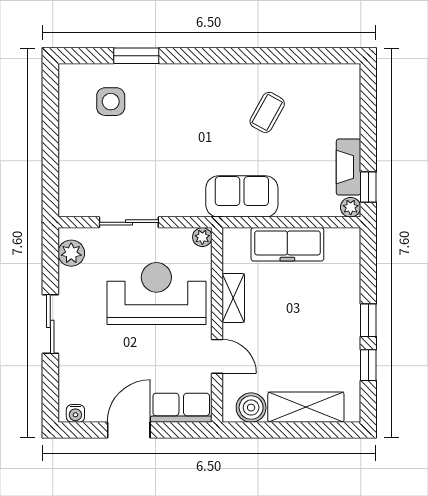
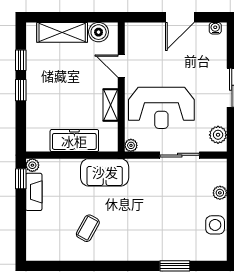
side table: (111, 102) -> (215, 225), moved
plant: (68, 166) -> (220, 193), added
row of seats: (181, 408) -> (145, 32), removed

